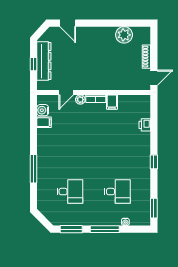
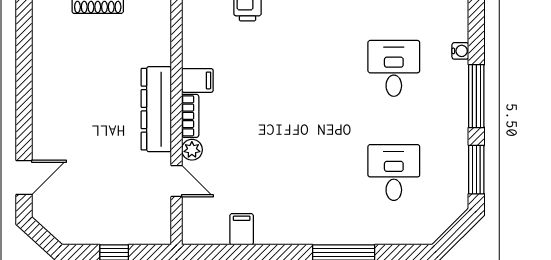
plant: (124, 35) -> (50, 54), removed
dresser: (44, 61) -> (156, 109), moved, turned -90
water cooler: (43, 110) -> (215, 232), removed

